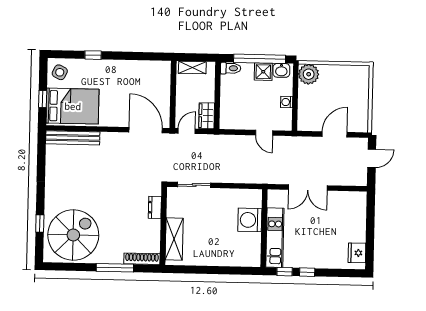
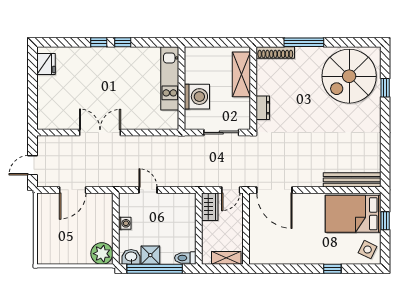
washing machine: (250, 220) -> (197, 97), moved
wall: (264, 228) -> (182, 88), moved
kitchen unit: (275, 238) -> (170, 78), moved

